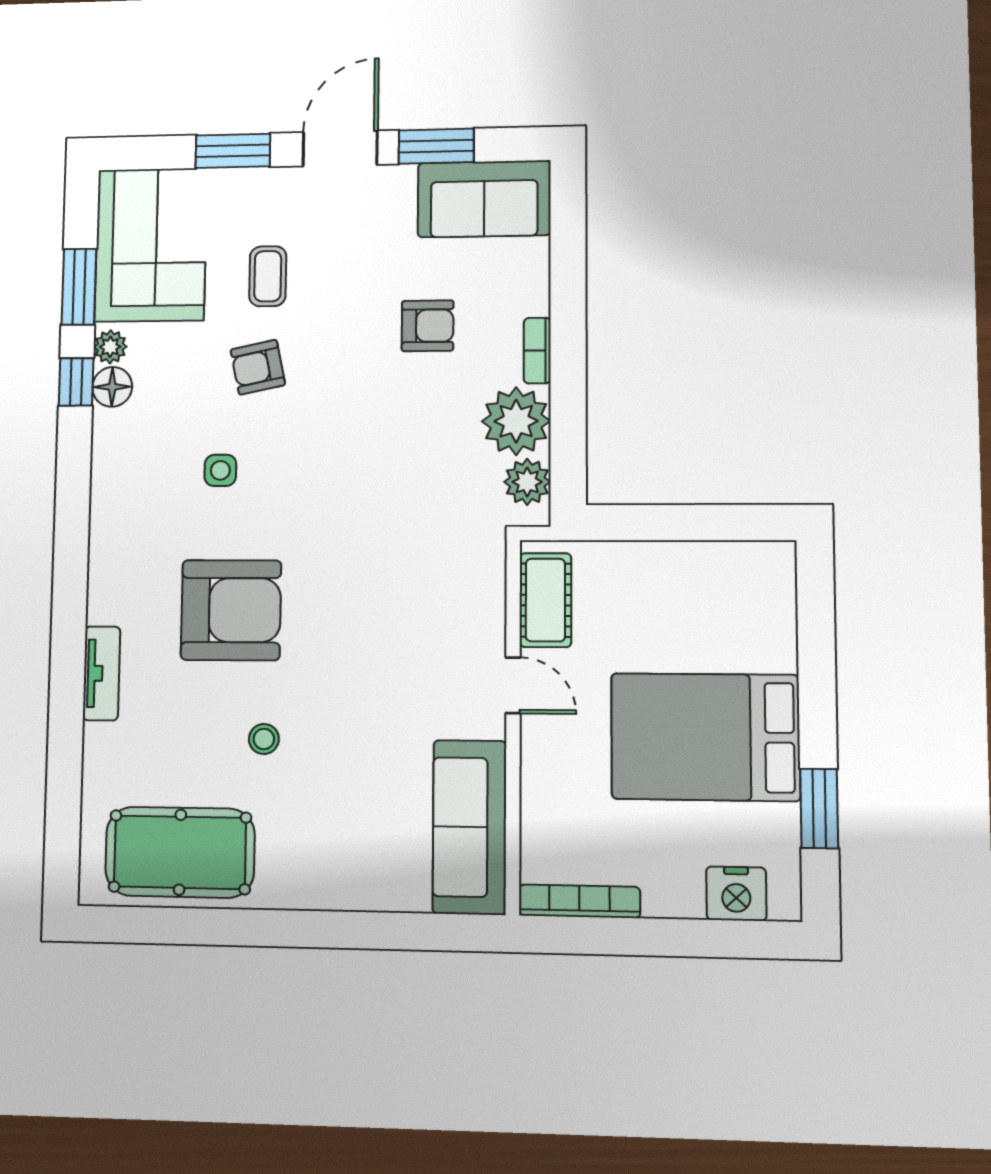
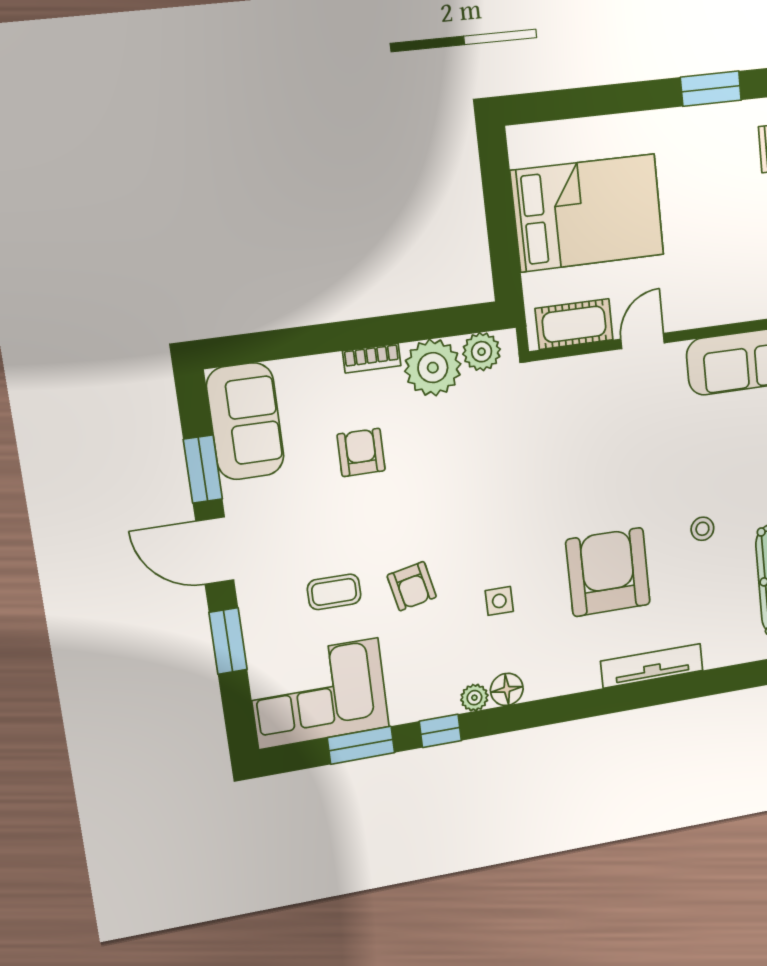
plant: (110, 347) -> (474, 698), moved
floor lamp: (112, 387) -> (507, 689), moved
tv unit: (101, 673) -> (652, 666), width x1.41
bed: (705, 737) -> (588, 213), moved, turned -90

